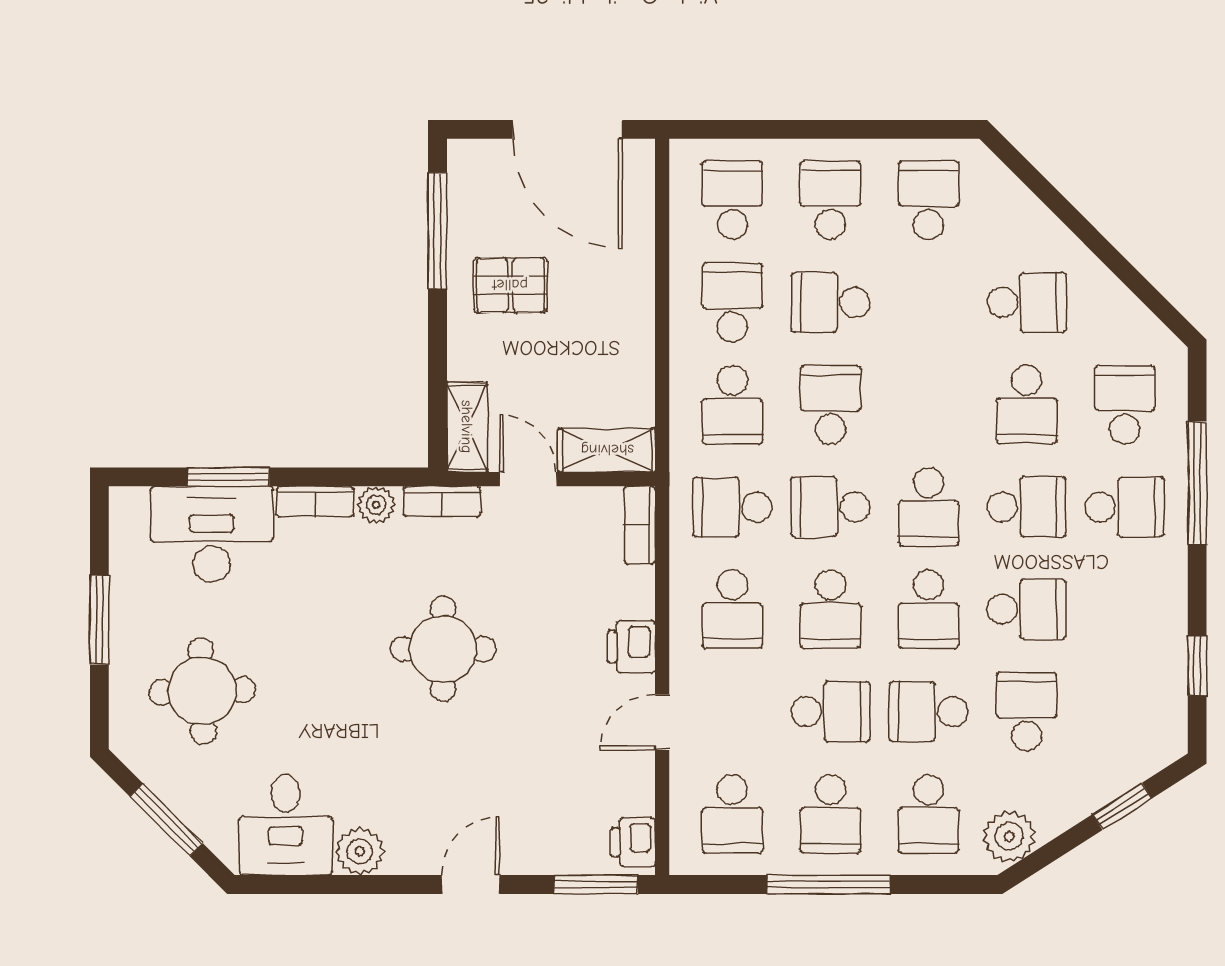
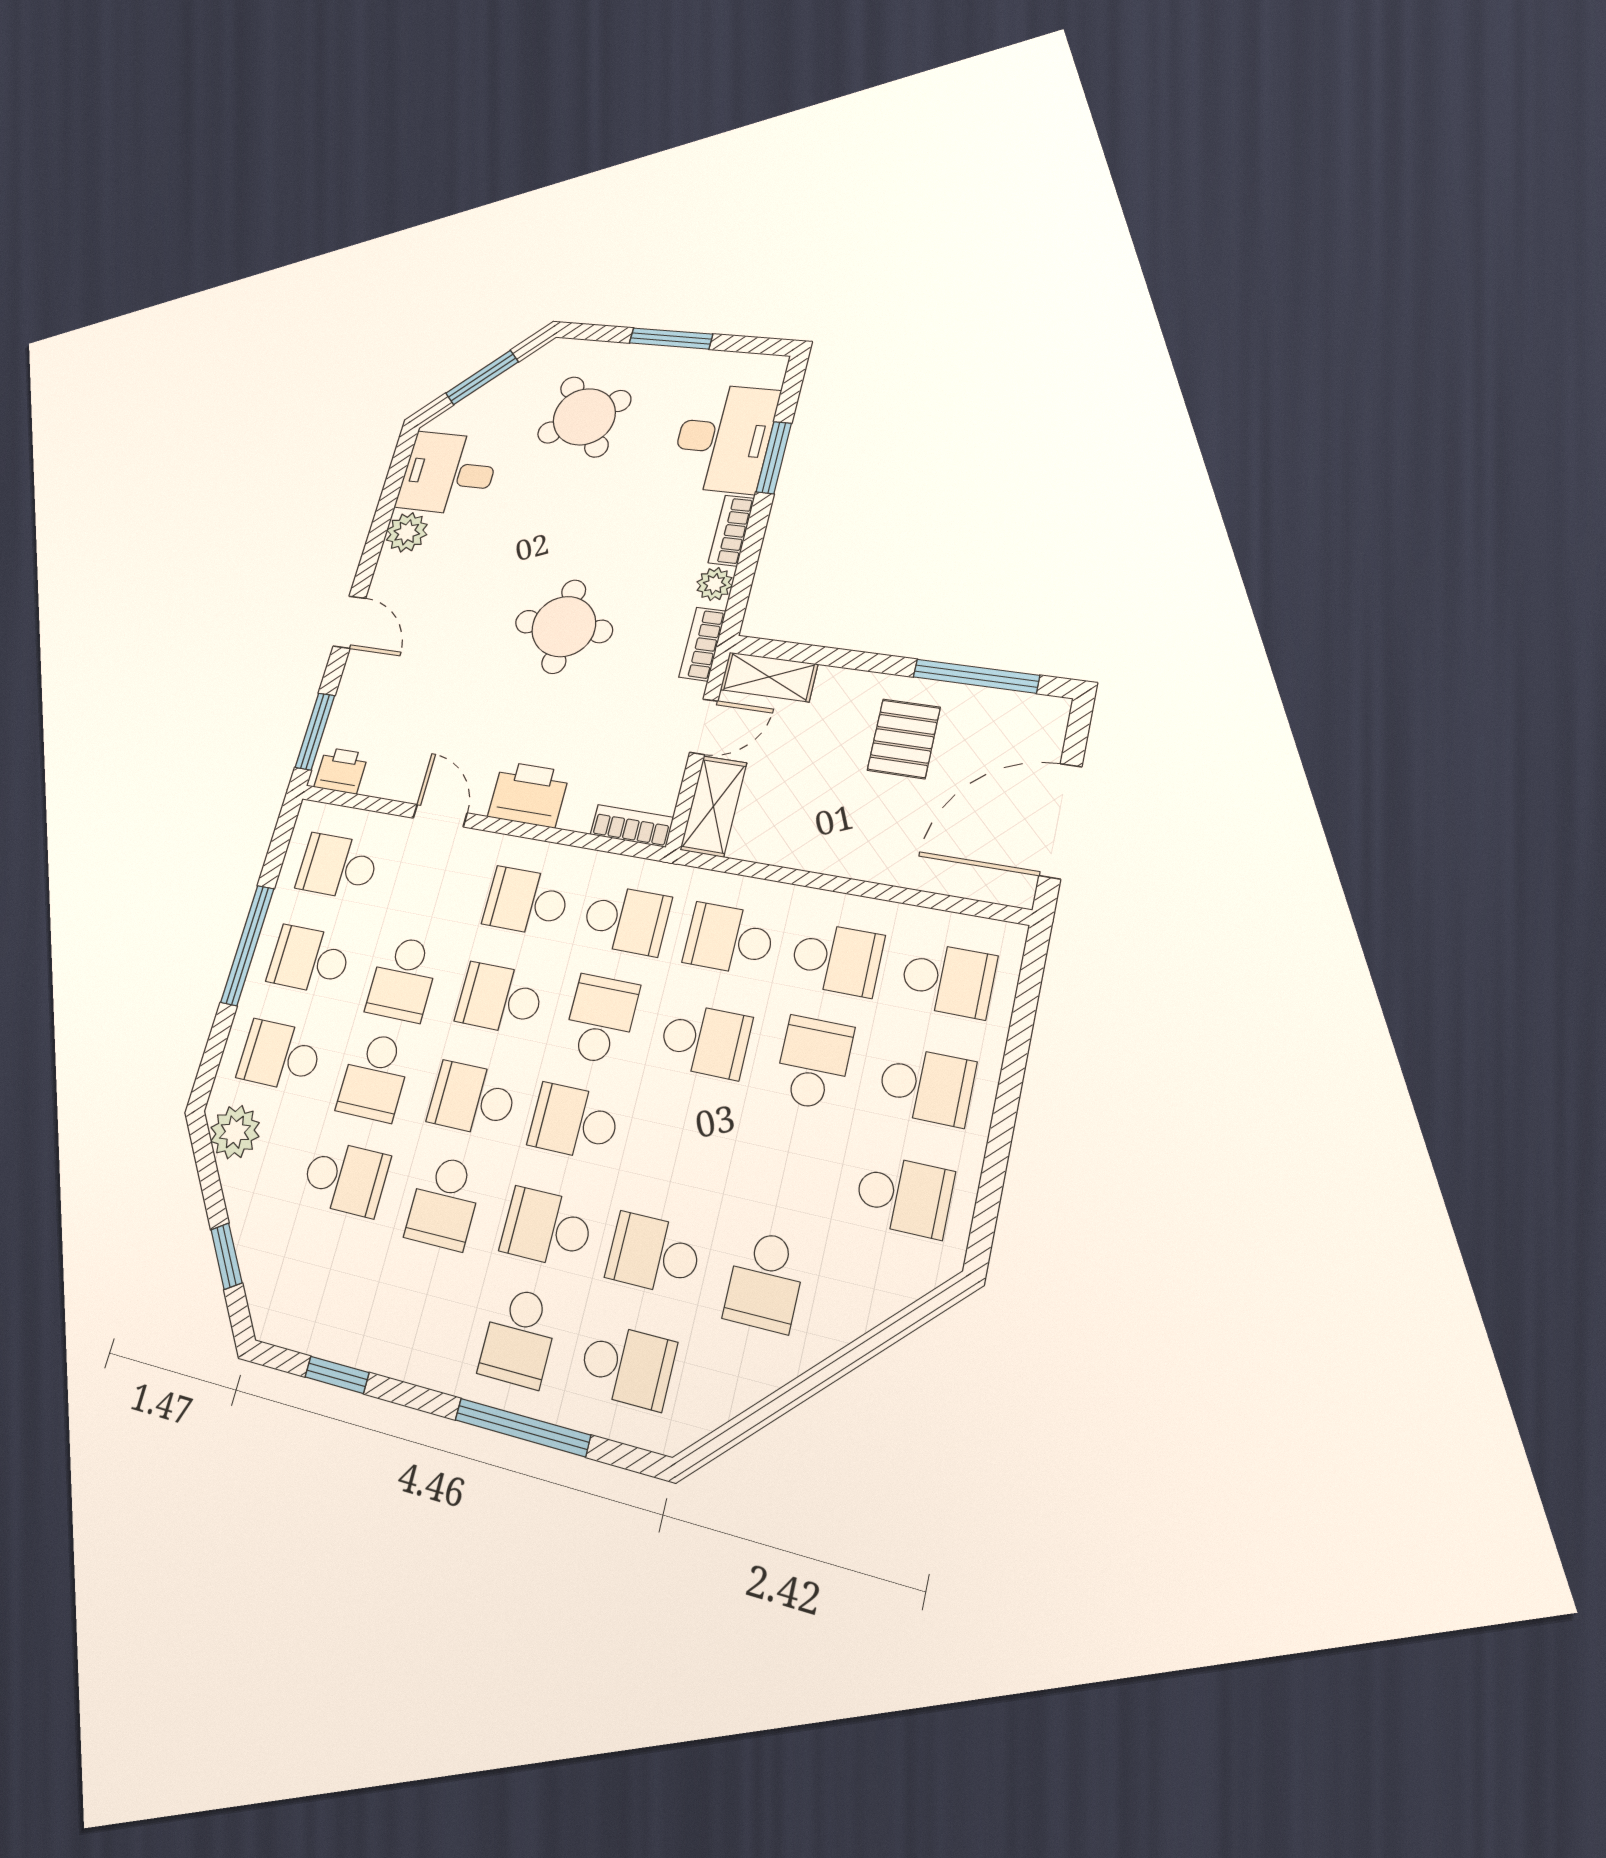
school desk: (732, 507) -> (626, 920), turned 90
school desk: (1027, 507) -> (547, 1228), turned 90
printer: (631, 647) -> (529, 794), width x1.36, depth x1.24
round table: (202, 691) -> (584, 417), turned -32
school desk: (929, 712) -> (375, 1077), turned 180

